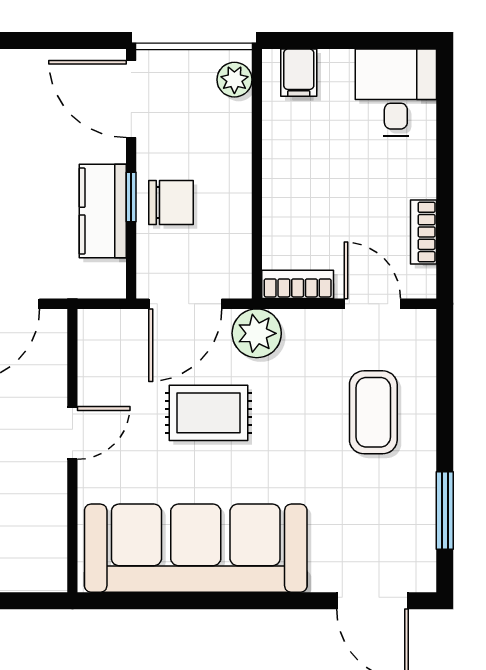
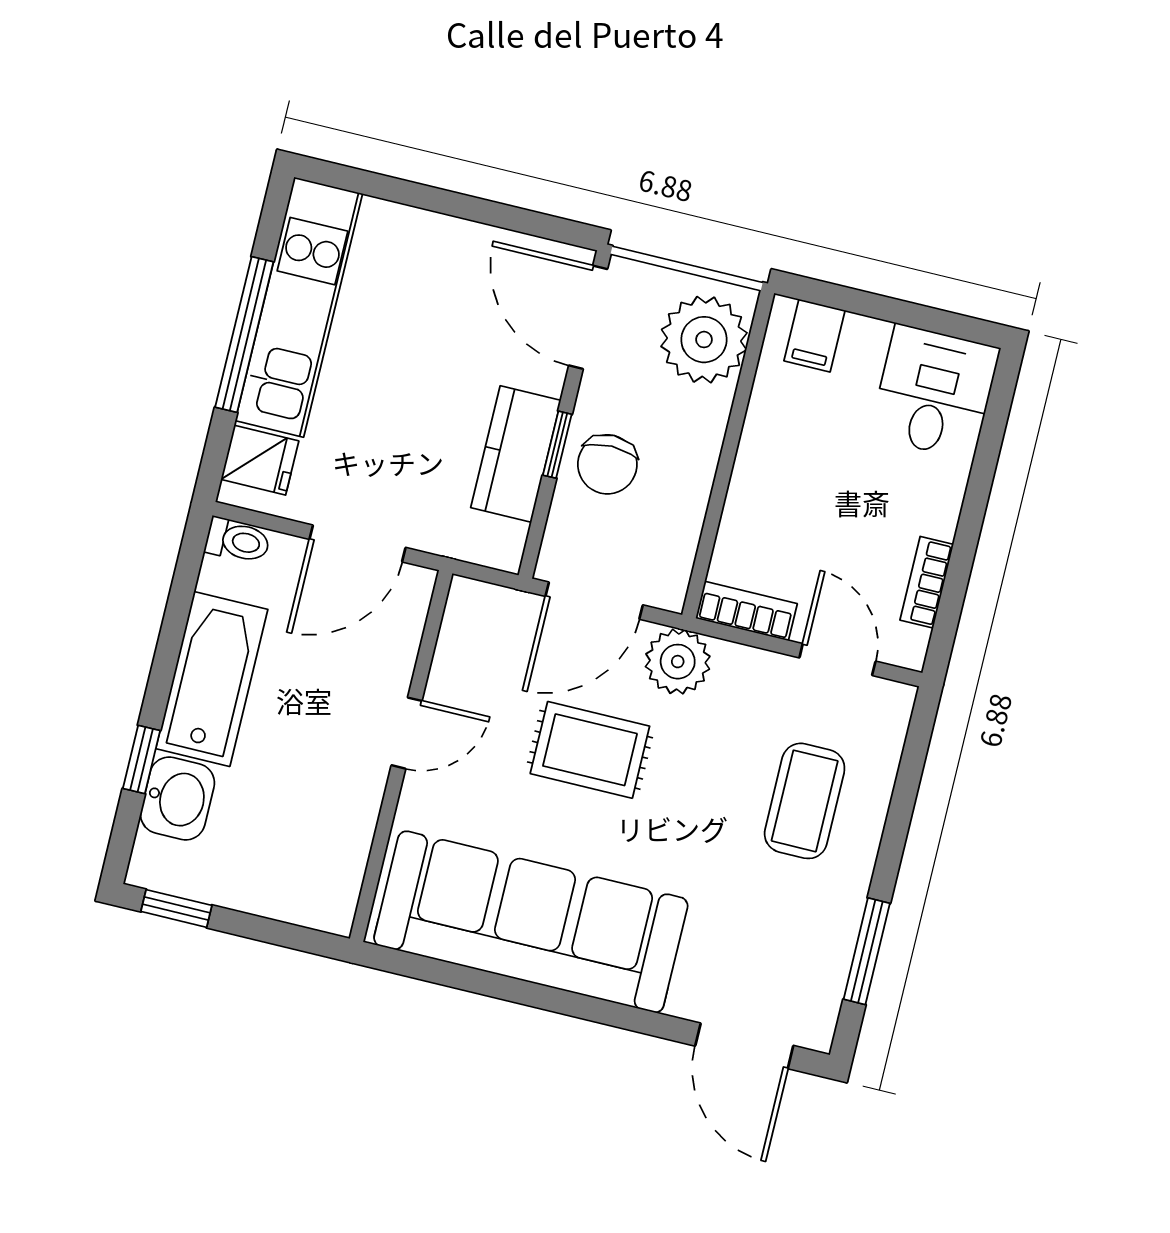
plant: (234, 80) -> (704, 340), width x1.88, depth x1.88
chair: (171, 202) -> (607, 464), turned 90

